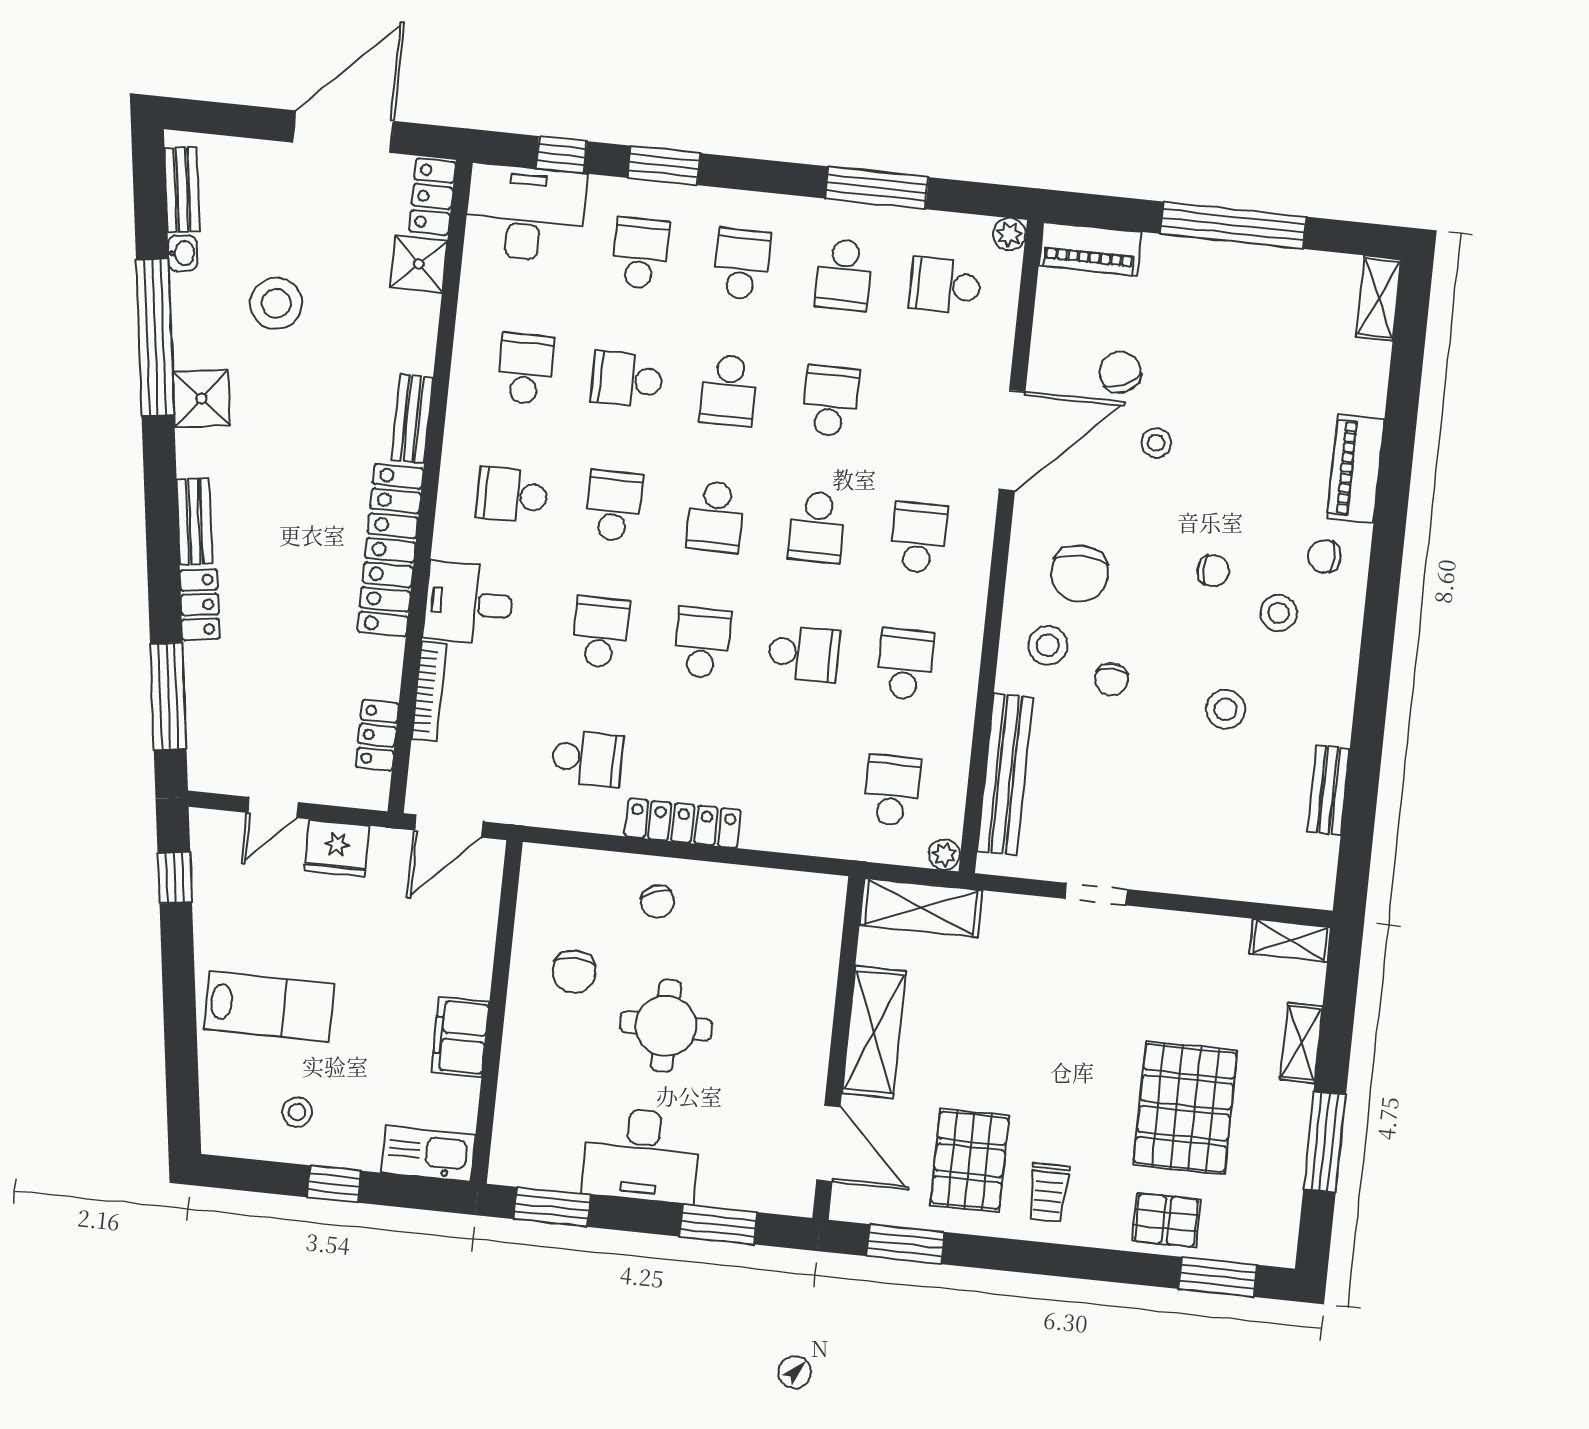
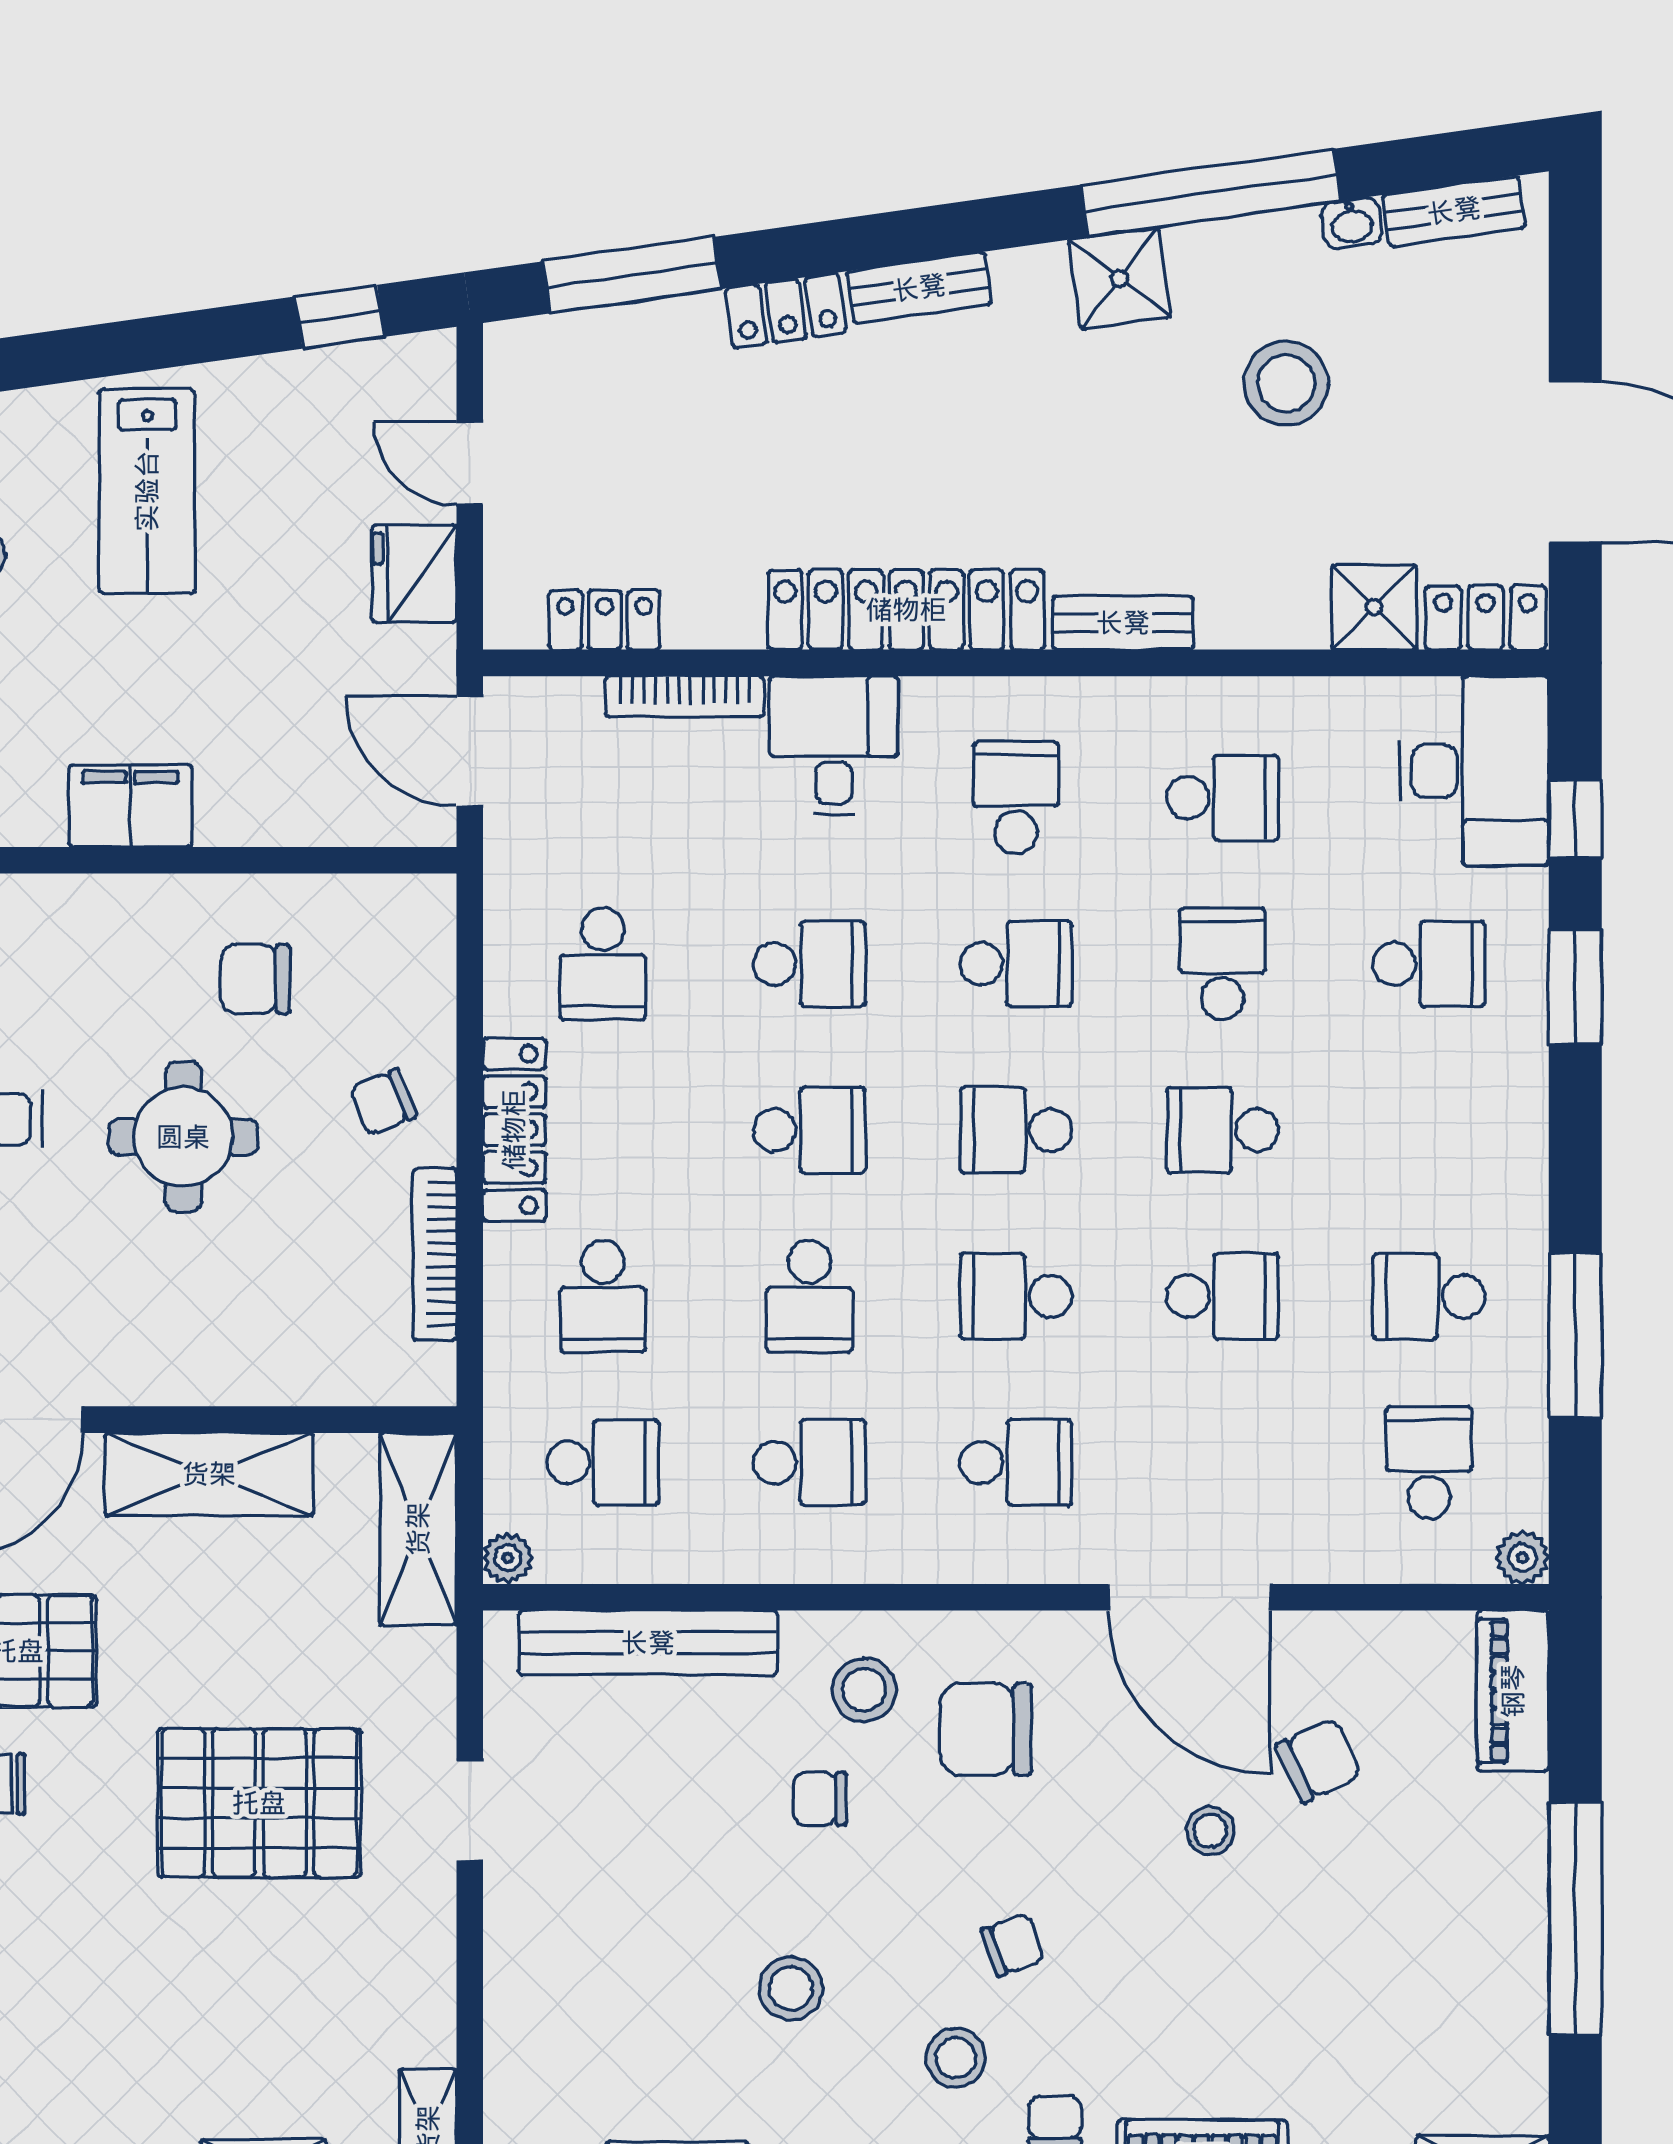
school desk: (742, 264) -> (603, 1296), moved, turned 90
chair: (1213, 571) -> (1013, 1945), turned -110
bookcase: (754, 880) -> (435, 1254), added
pallet: (1185, 1108) -> (259, 1803), moved

